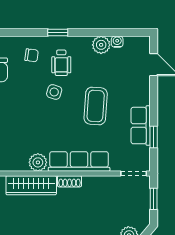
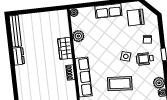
plant: (38, 162) -> (78, 36), moved
wardrobe: (31, 185) -> (65, 48), width x0.67

